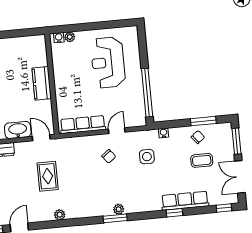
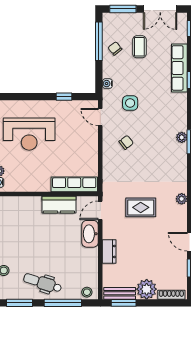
kitchen counter: (42, 83) -> (59, 205), moved
window: (147, 93) -> (64, 97), width x0.32
window: (203, 121) -> (99, 41), width x1.44
row of seats: (83, 125) -> (74, 184), moved, turned 90
door: (117, 131) -> (100, 117), moved

